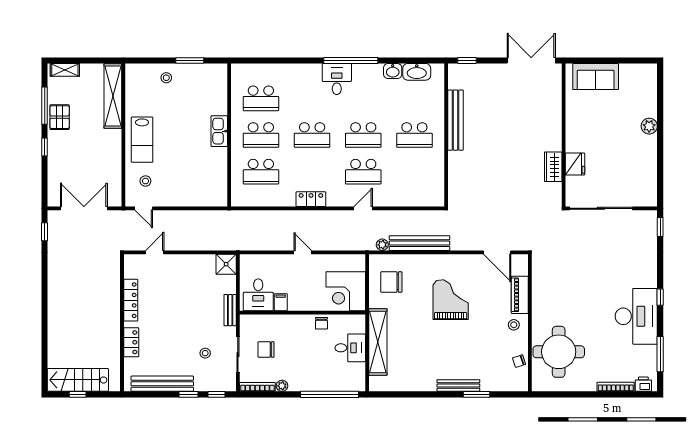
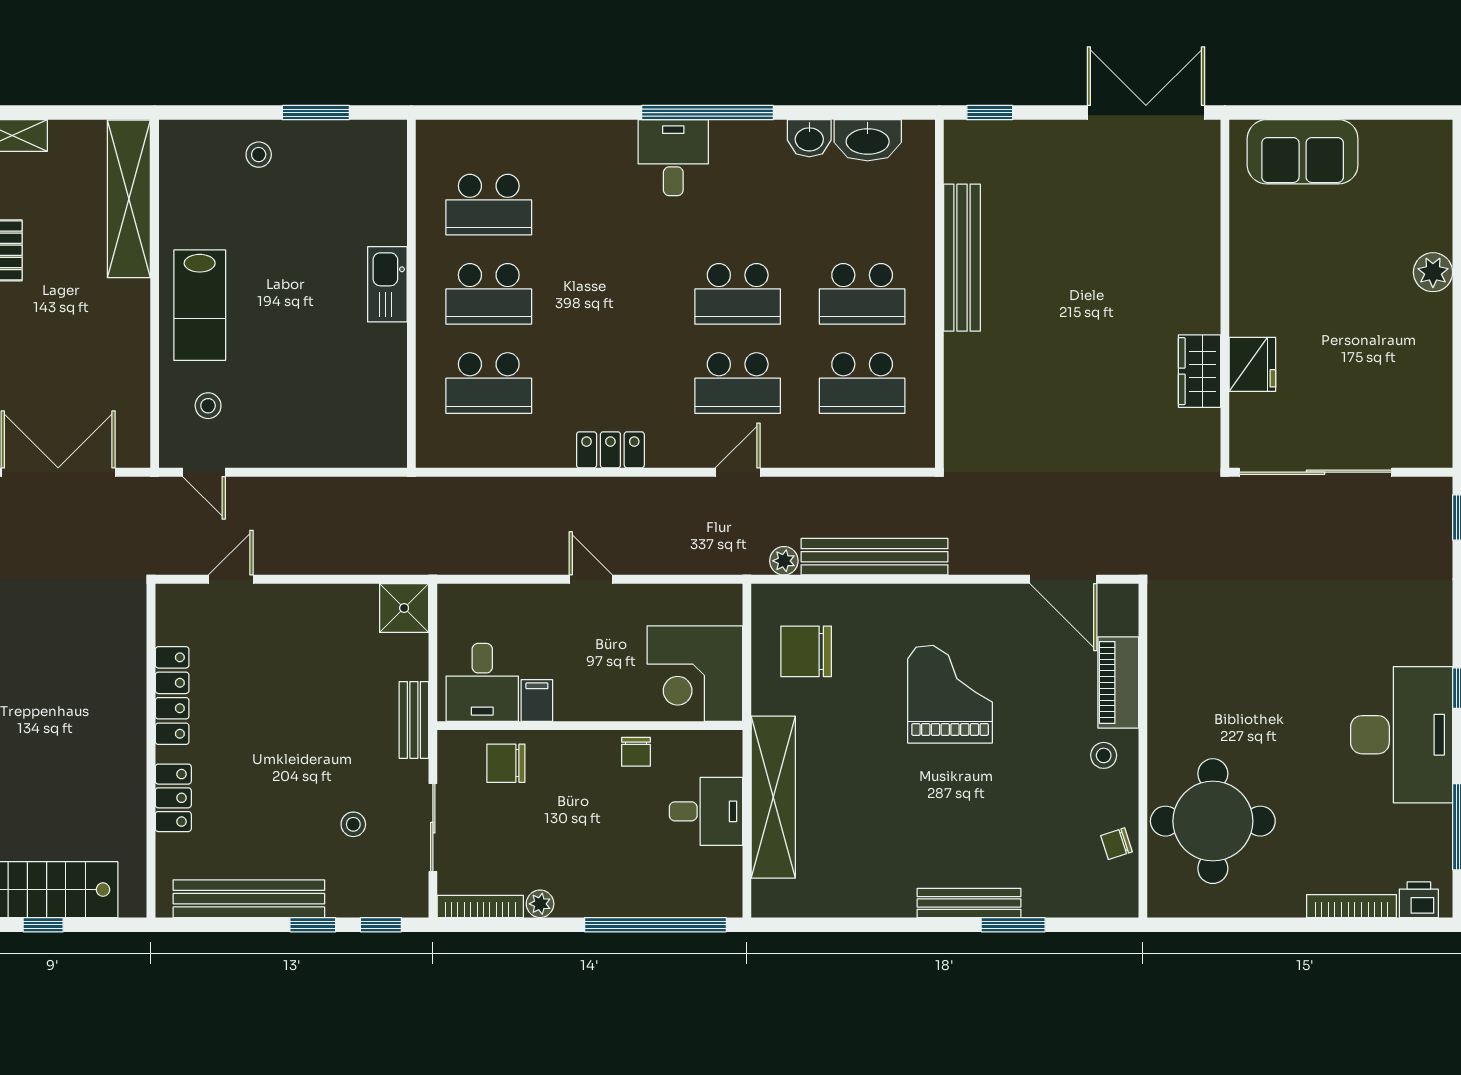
school desk: (312, 135) -> (862, 383), moved
chair: (266, 349) -> (506, 763), moved

